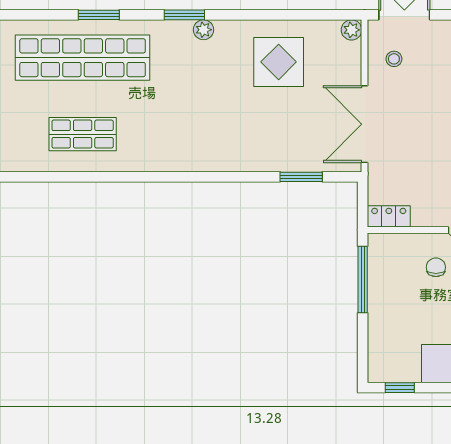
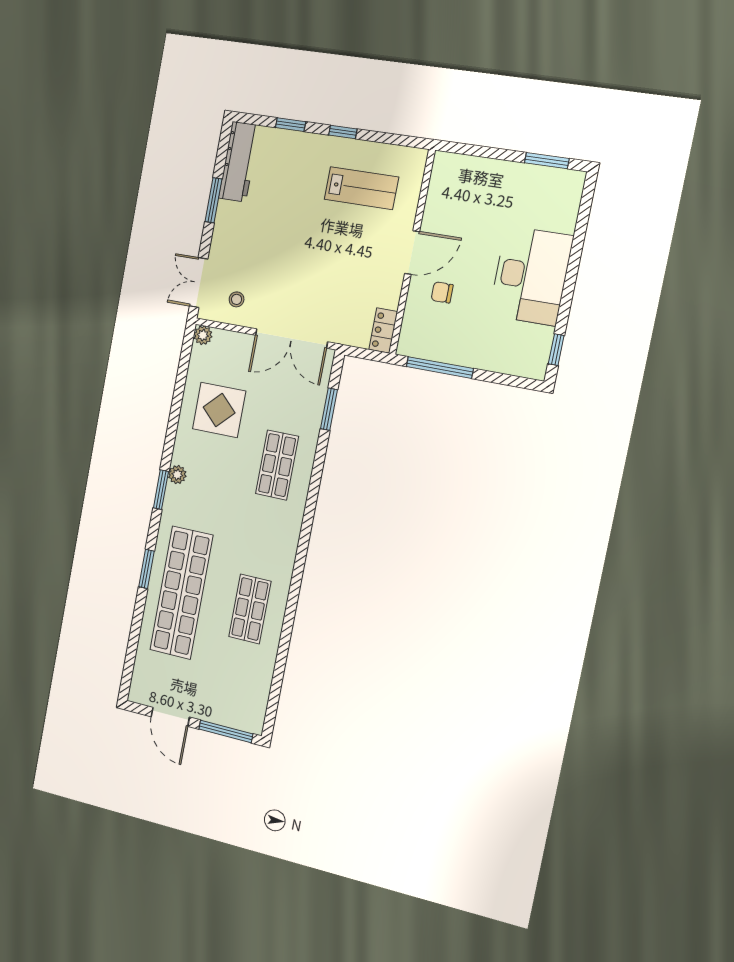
shop shelf: (235, 134) -> (277, 465), added

